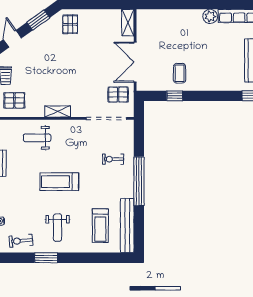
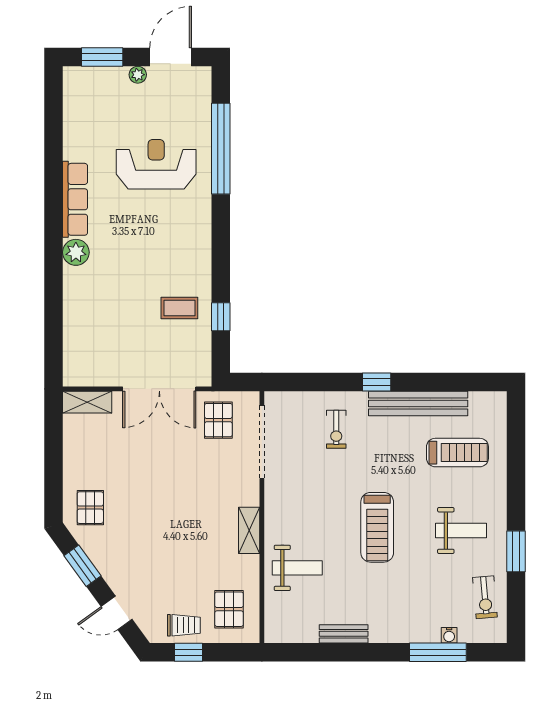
pallet: (70, 24) -> (90, 508), turned 90
weight bench: (37, 138) -> (297, 568), turned -90
window: (139, 181) -> (377, 382), width x0.32
bench: (127, 225) -> (418, 404), moved

